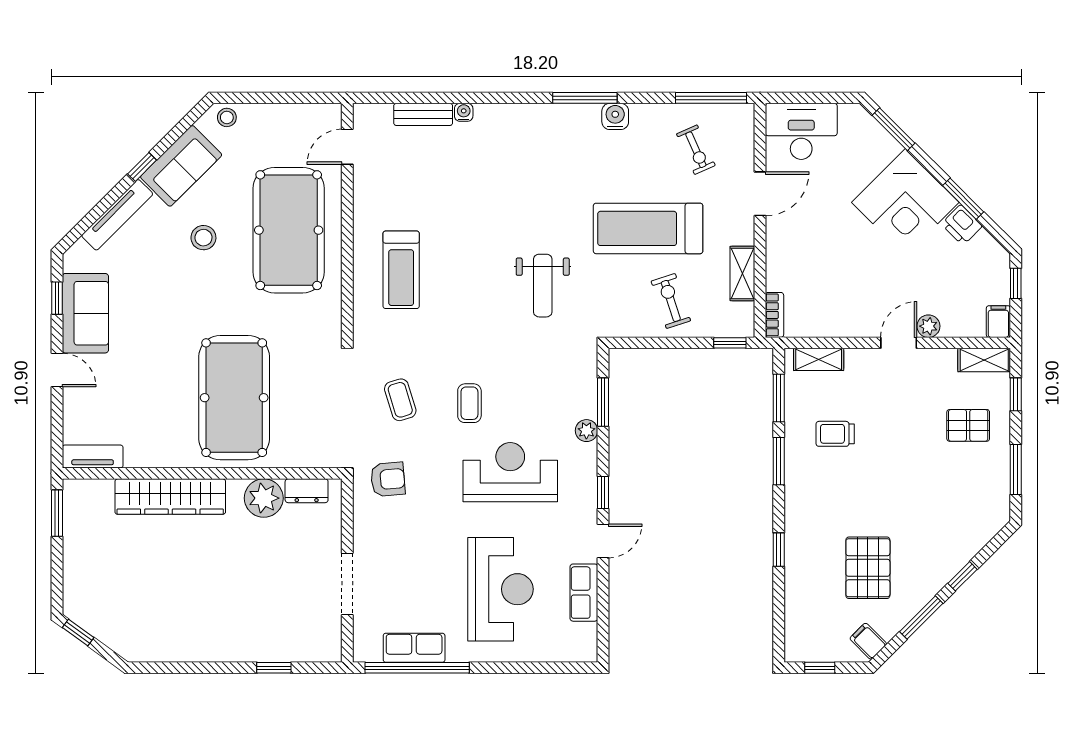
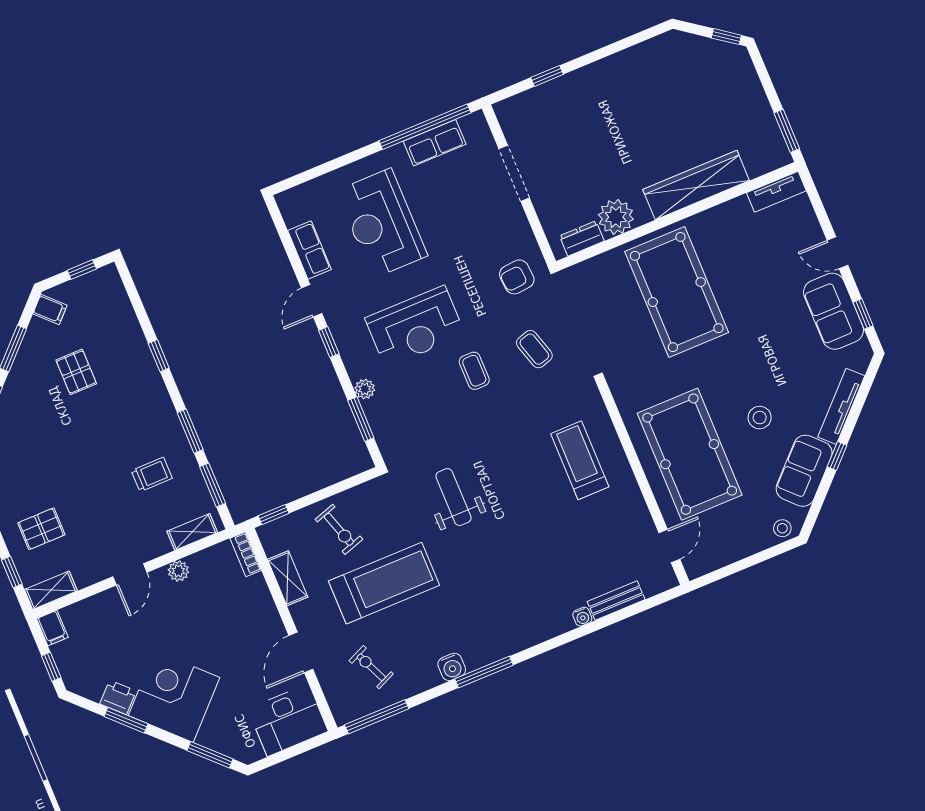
plant: (928, 326) -> (178, 571), moved
pallet: (868, 568) -> (76, 372), width x0.67, depth x0.71

